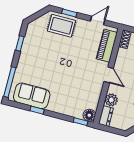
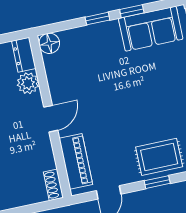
door: (109, 75) -> (51, 119), swing flipped
window: (81, 122) -> (97, 19), moved

